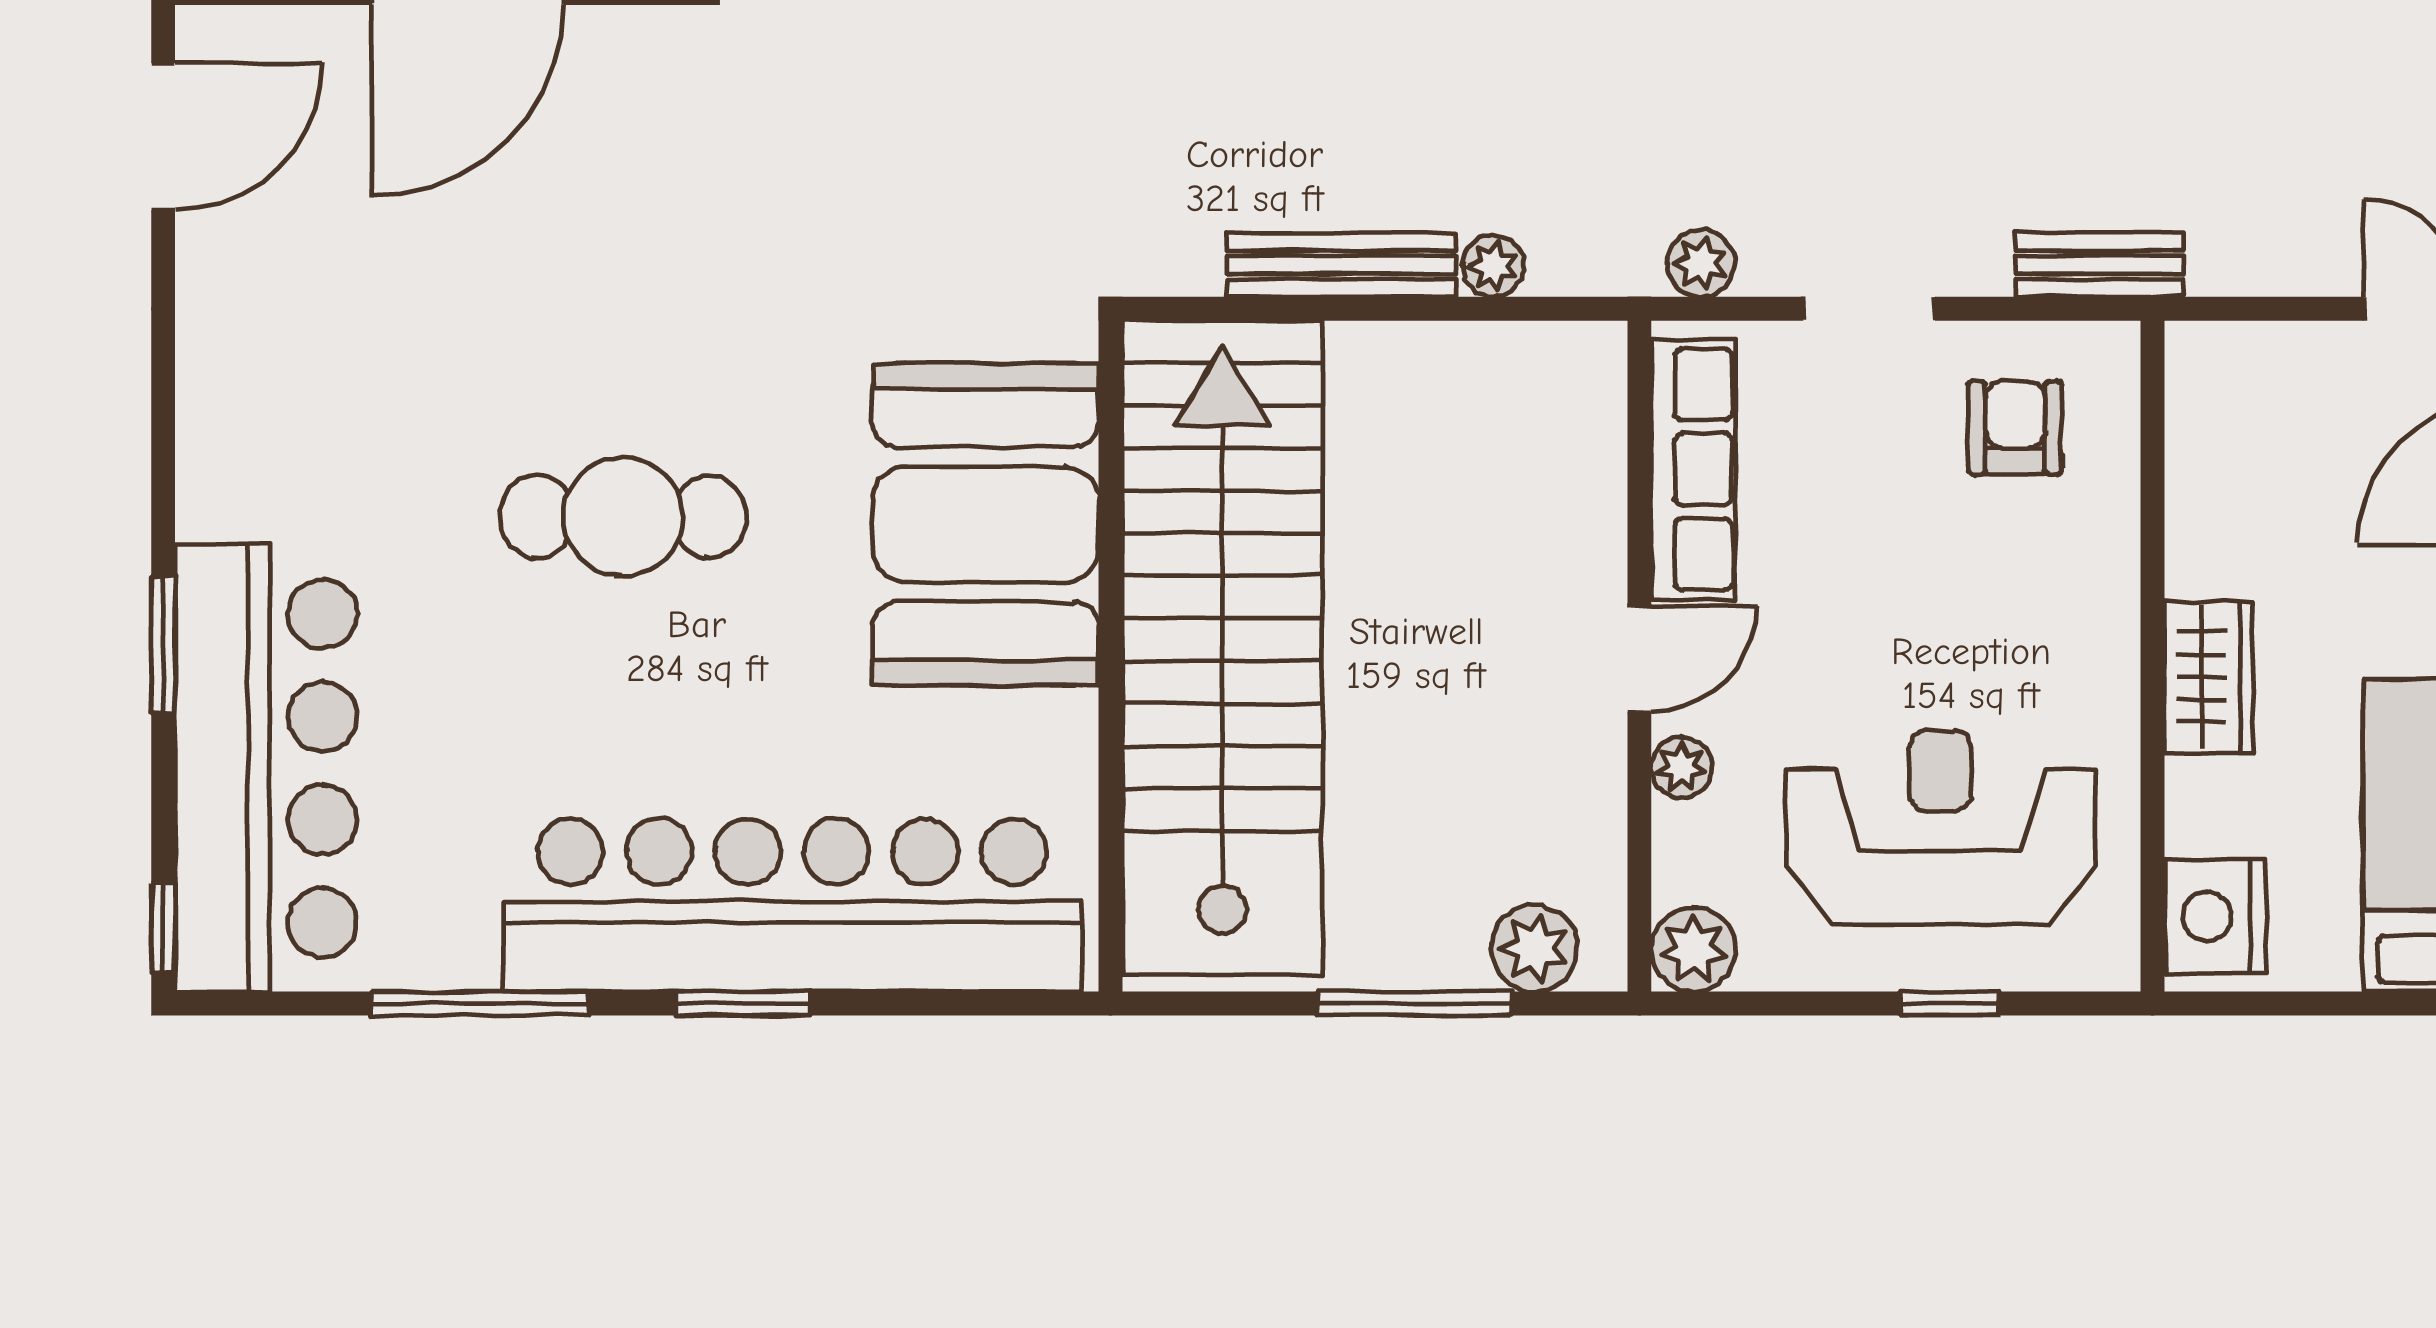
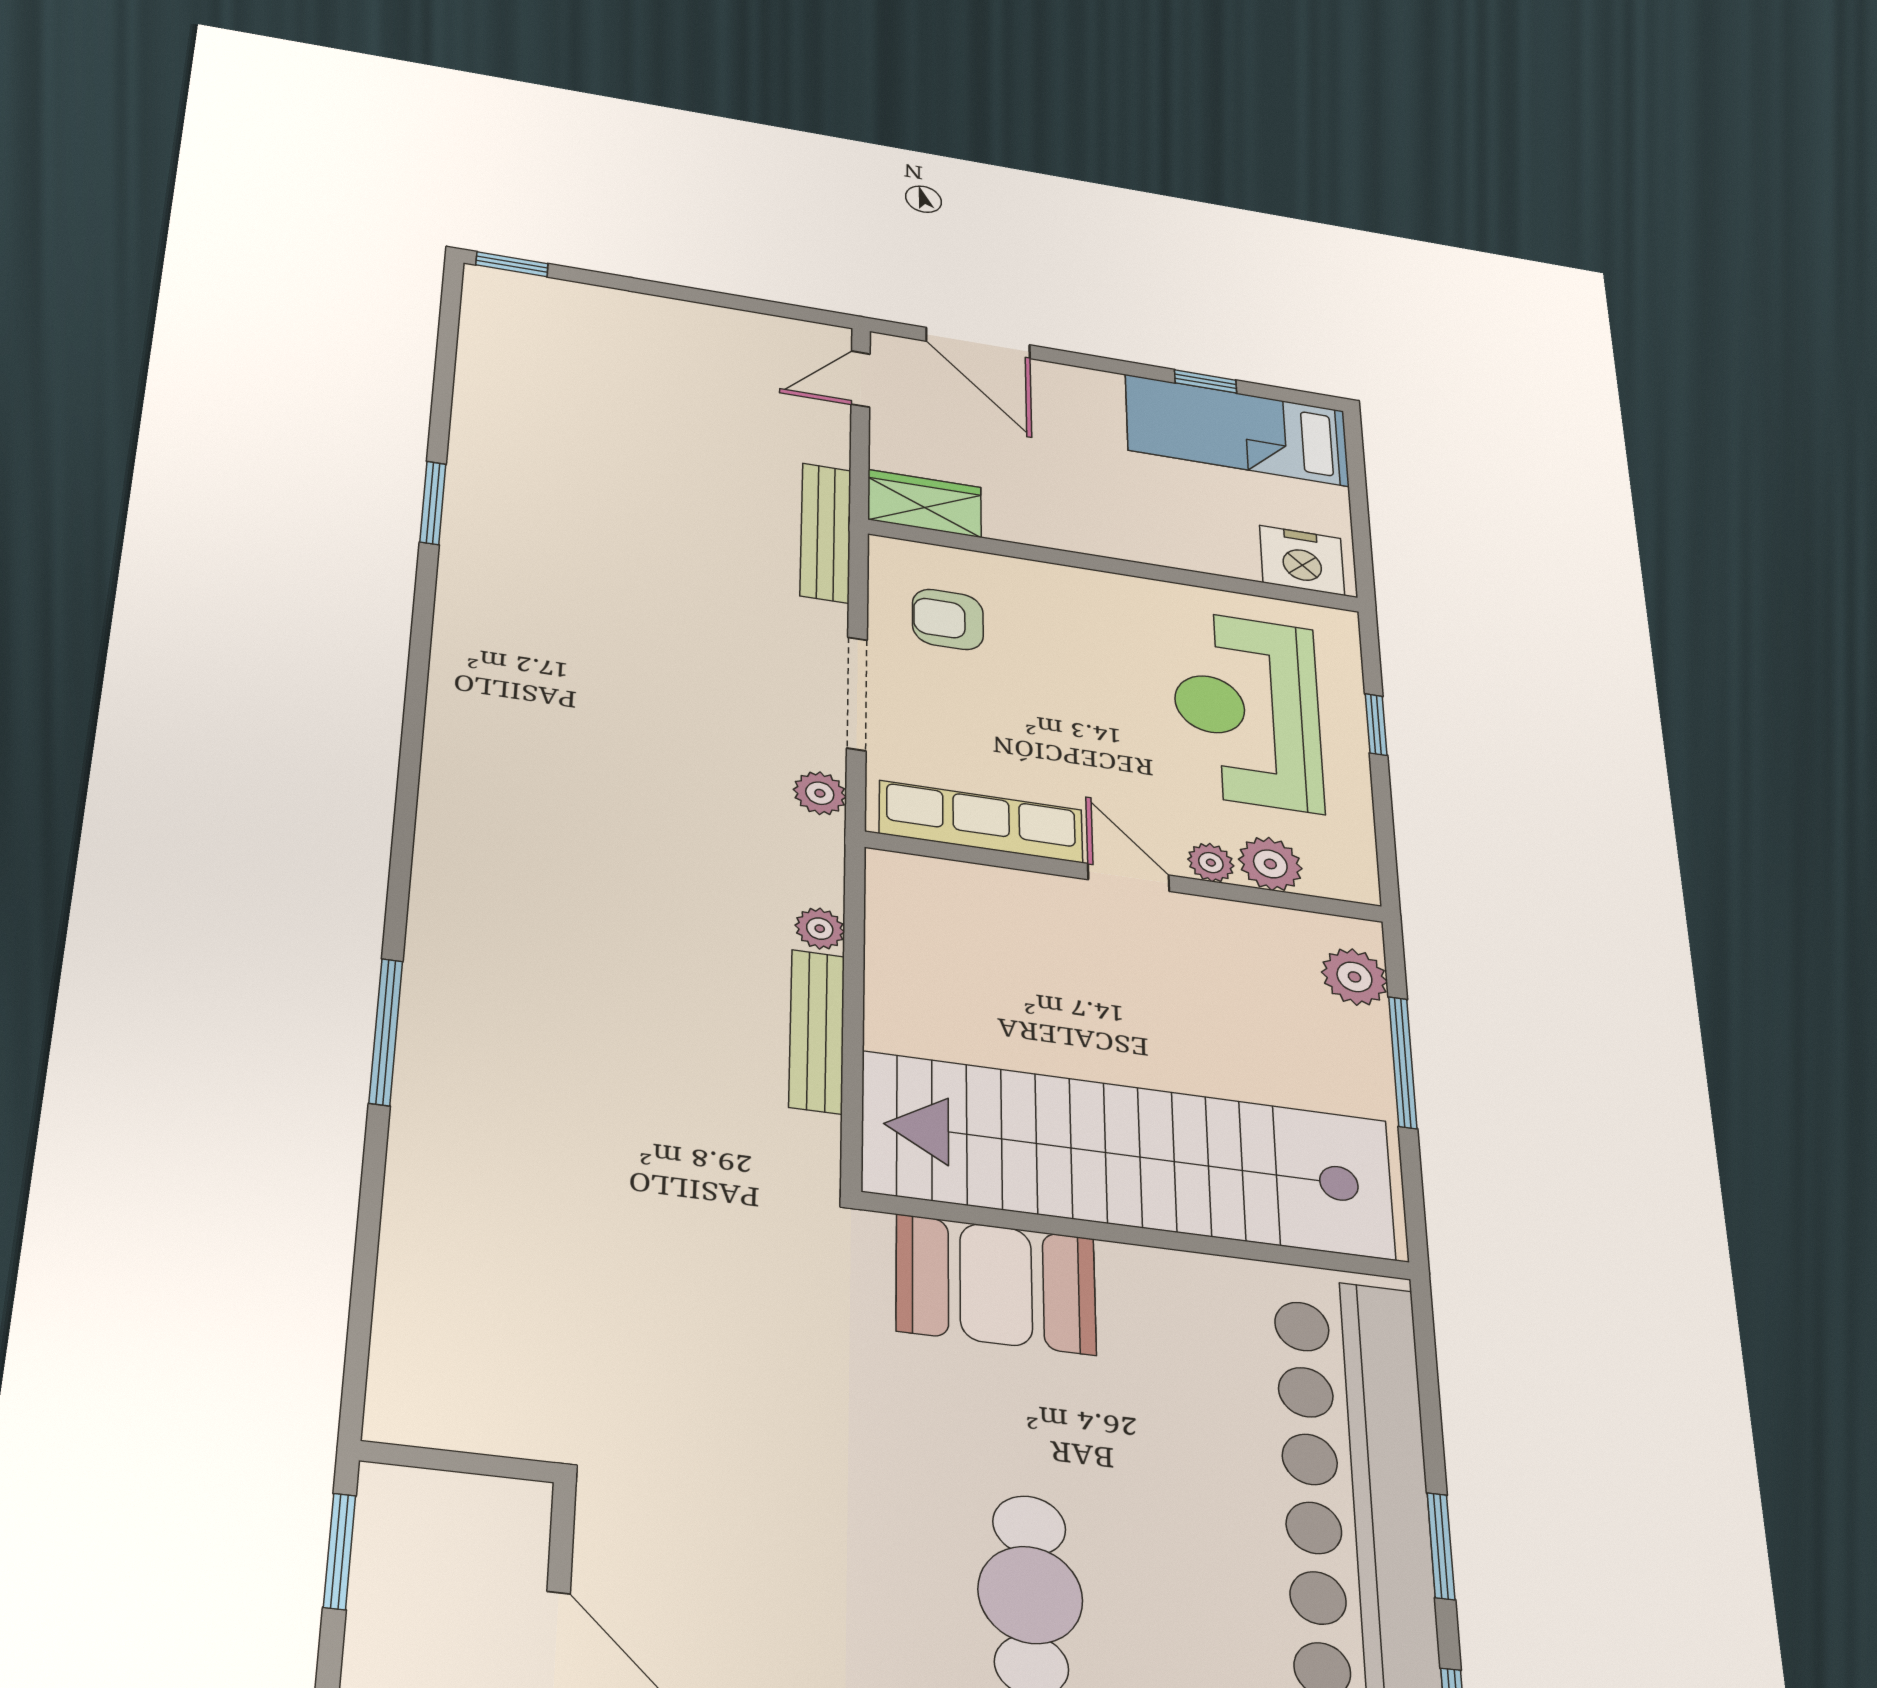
bench: (2100, 265) -> (826, 533), width x1.36
doorway: (1869, 309) -> (857, 694), width x1.38
booth: (986, 524) -> (996, 1284), width x0.73, depth x0.70
wardrobe: (2209, 677) -> (925, 503), moved
plant: (1693, 949) -> (1270, 864), moved

